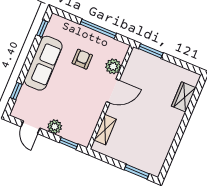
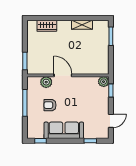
plant: (55, 127) -> (104, 82), moved
shelving: (105, 130) -> (82, 25), moved

